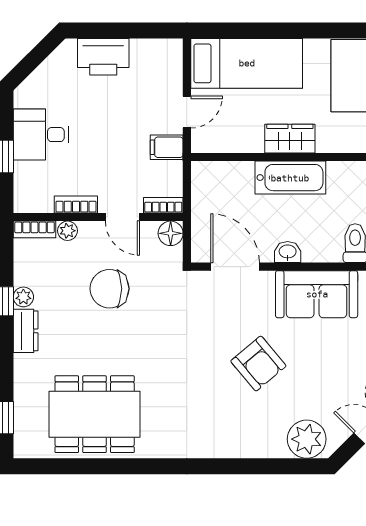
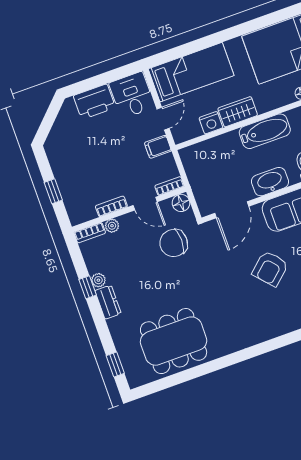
desk: (41, 135) -> (132, 95), moved, turned 90
nightstand: (249, 140) -> (211, 123), added
bathtub: (290, 178) -> (265, 131), moved
washbasin: (288, 252) -> (270, 182), width x1.91, depth x1.45
door: (235, 267) -> (232, 210), swing flipped
chair: (109, 289) -> (174, 243), moved
armchair: (258, 364) -> (270, 269), turned 88

